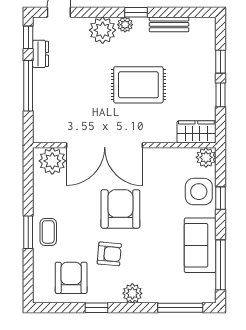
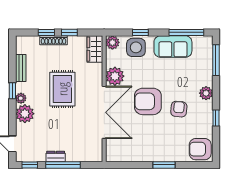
dresser: (41, 54) -> (56, 156), moved
shoe rack: (209, 72) -> (54, 40), added
plant: (52, 161) -> (115, 76), moved
coffee table: (48, 232) -> (164, 151), removed
armchair: (71, 278) -> (200, 149), moved

